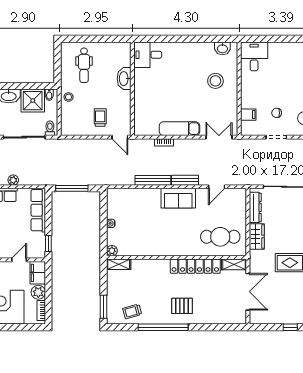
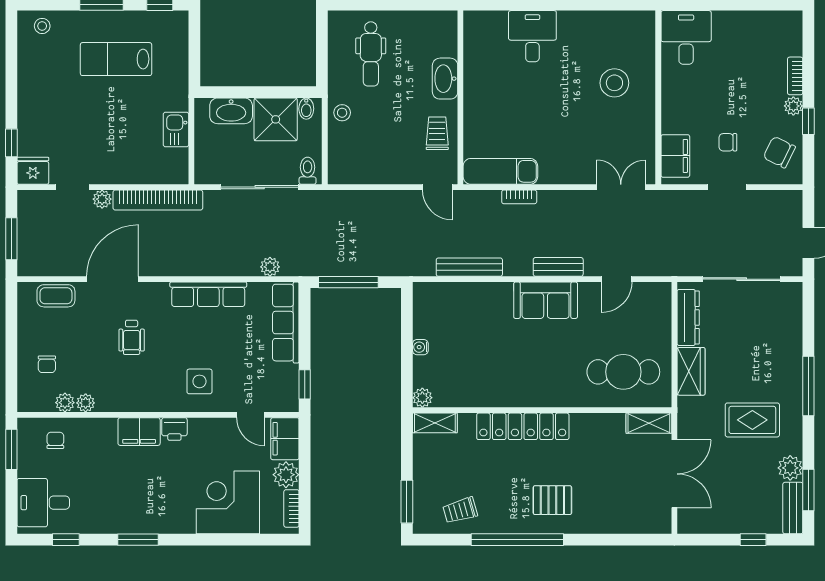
washbasin: (222, 48) -> (627, 23), removed
desk: (148, 55) -> (532, 36), moved, turned 90
filing cabinet: (248, 115) -> (675, 156), width x2.00
trolley: (100, 118) -> (437, 133), moved
exam couch: (180, 129) -> (500, 171), moved
plant: (13, 180) -> (270, 267), moved
bench: (153, 180) -> (469, 267), moved
door: (19, 260) -> (251, 415), swing flipped
locker: (195, 266) -> (523, 426), moved

